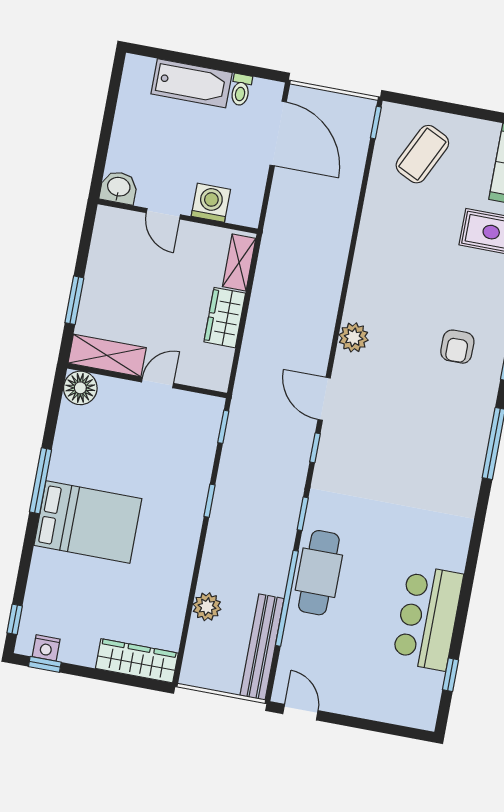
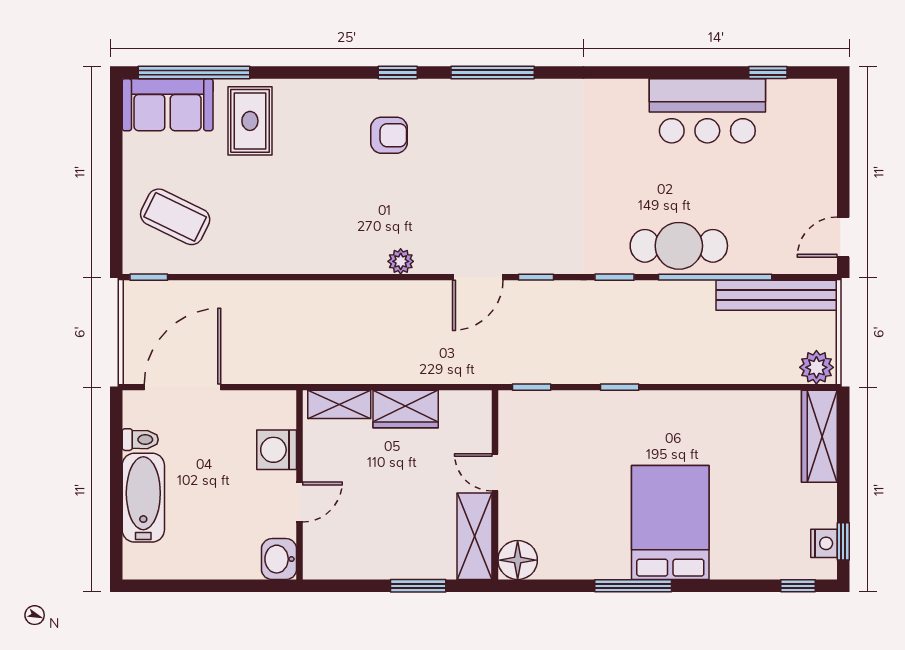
plant: (354, 337) -> (401, 261), width x0.73, depth x0.73
plant: (207, 607) -> (816, 367), moved

